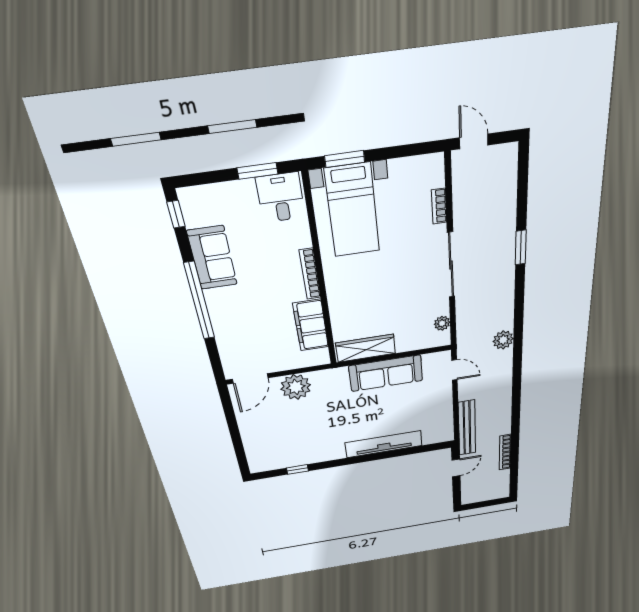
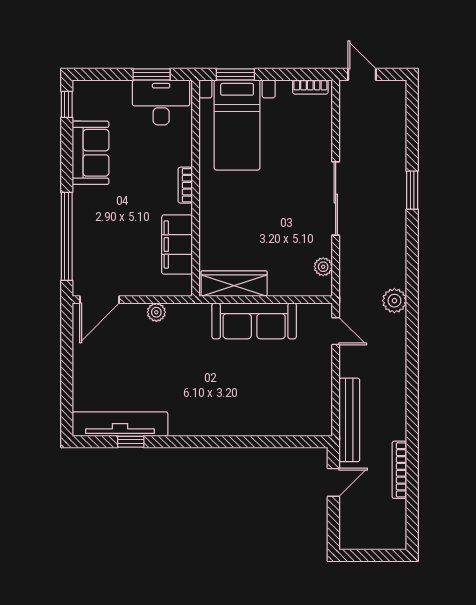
desk: (281, 198) -> (161, 102), width x1.37
bookcase: (439, 206) -> (310, 87), moved, turned -90
bookcase: (310, 274) -> (185, 185), width x0.64
window: (199, 301) -> (67, 236), moved
plant: (296, 387) -> (156, 312), width x0.53, depth x0.53
tv unit: (384, 444) -> (120, 424), moved

